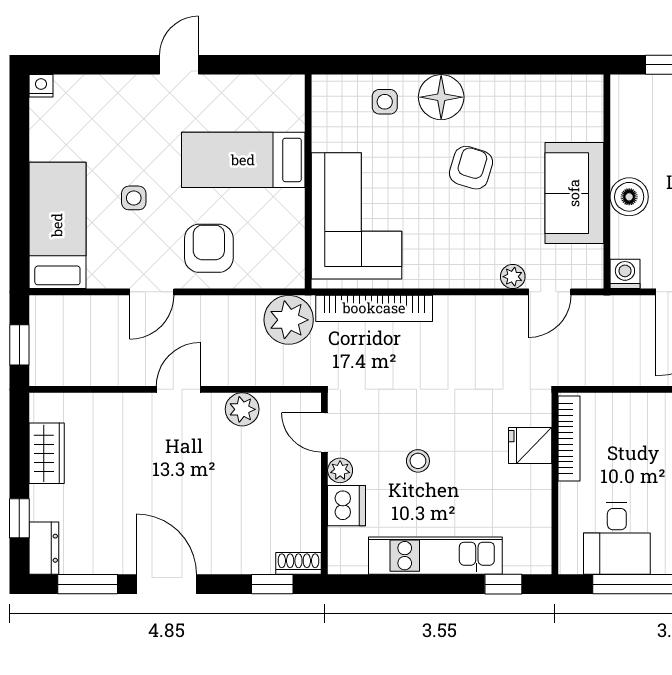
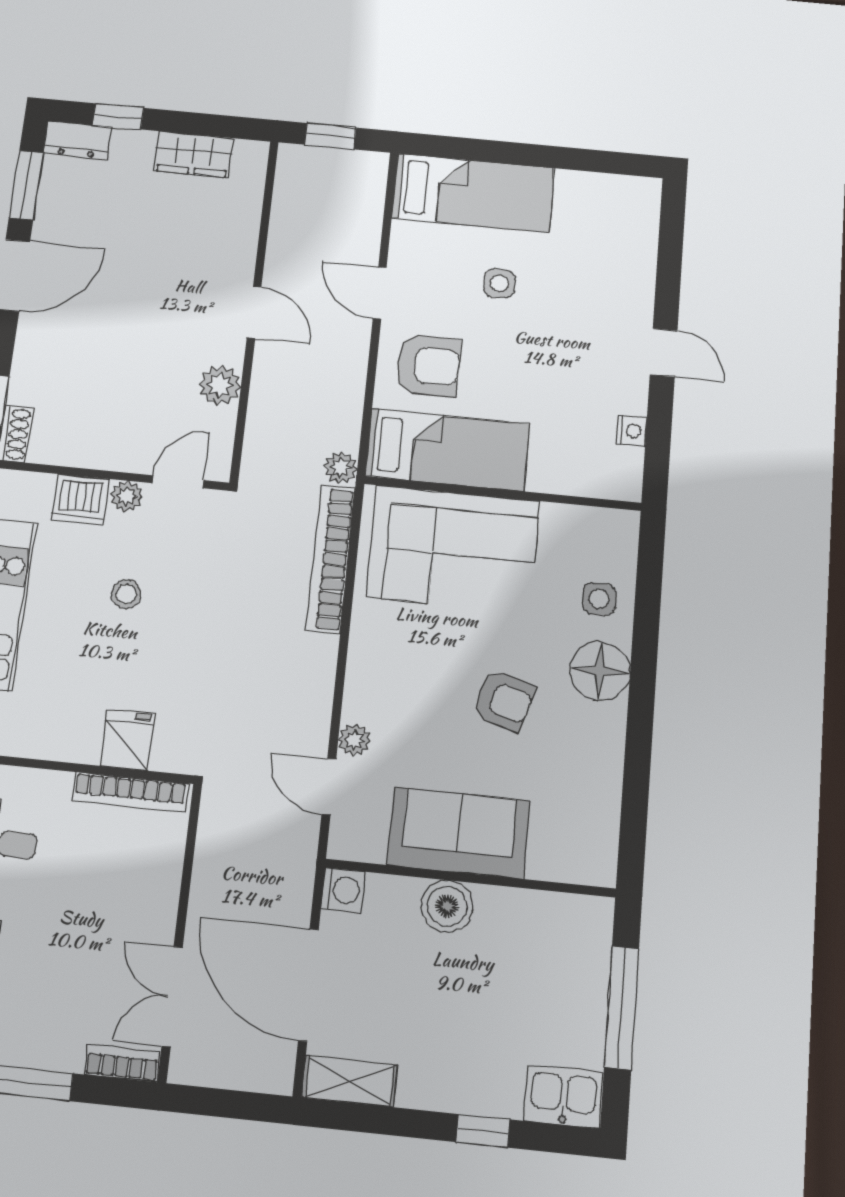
nightstand: (41, 86) -> (631, 431), moved
bed: (243, 160) -> (447, 450), moved, turned 90
plant: (289, 320) -> (340, 468), width x0.53, depth x0.53

